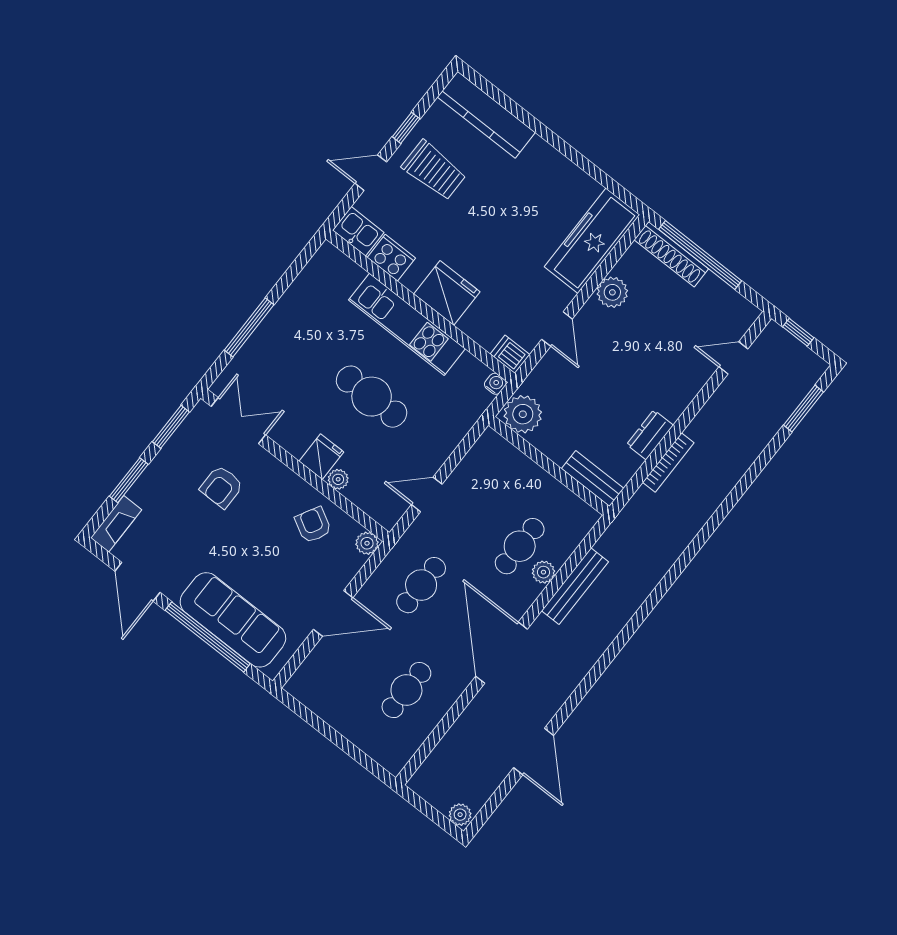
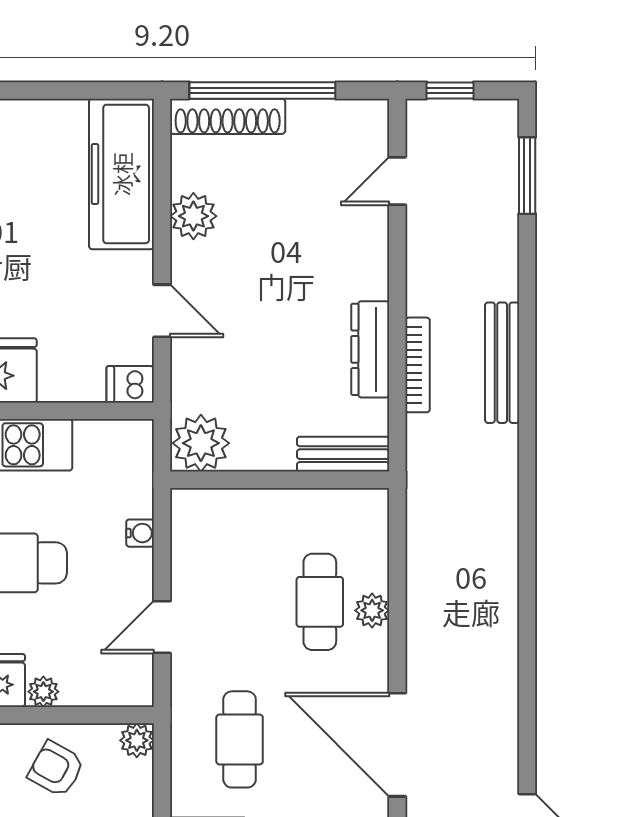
water cooler: (495, 384) -> (140, 533), moved, turned 90
dresser: (650, 435) -> (370, 349), width x1.44
bench: (575, 586) -> (502, 363), moved

